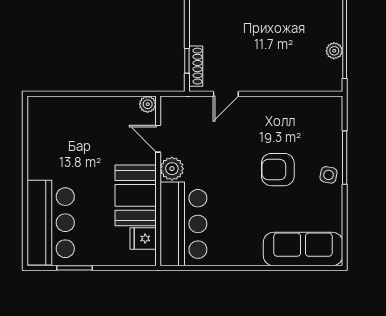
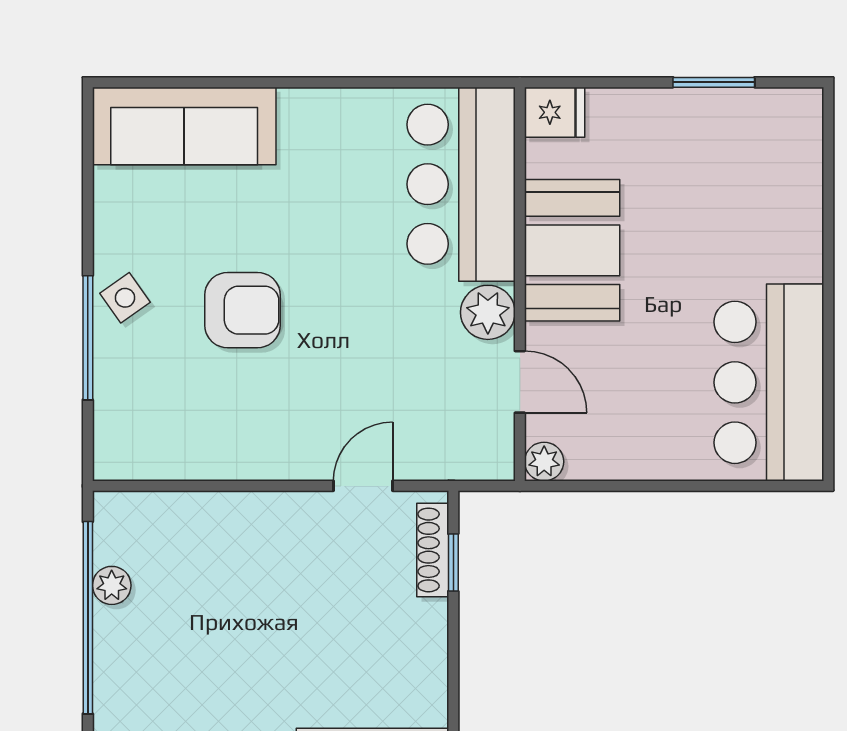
side table: (329, 175) -> (125, 298), turned 45
bar counter: (51, 223) -> (769, 382), moved
fridge: (143, 238) -> (555, 112), moved

